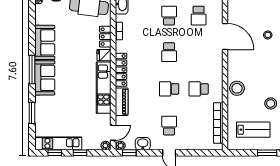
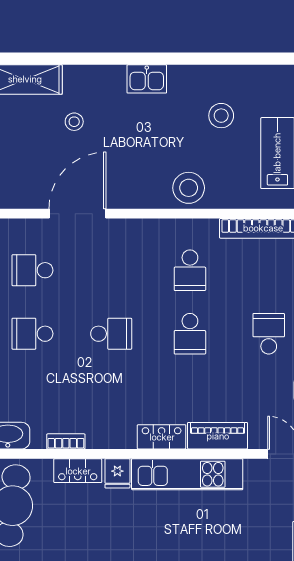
school desk: (199, 16) -> (32, 270), turned 180
locker: (121, 70) -> (162, 437), width x0.66
school desk: (169, 126) -> (269, 334), turned 90

